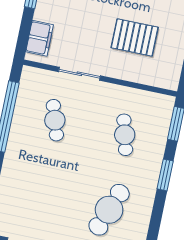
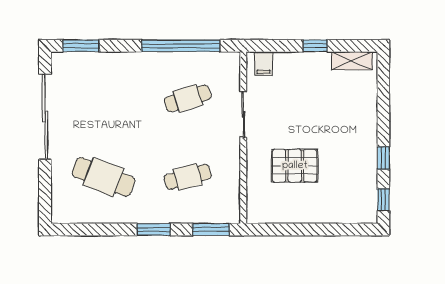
pallet: (135, 37) -> (295, 166), turned 90
filing cabinet: (40, 38) -> (264, 63), width x0.50

